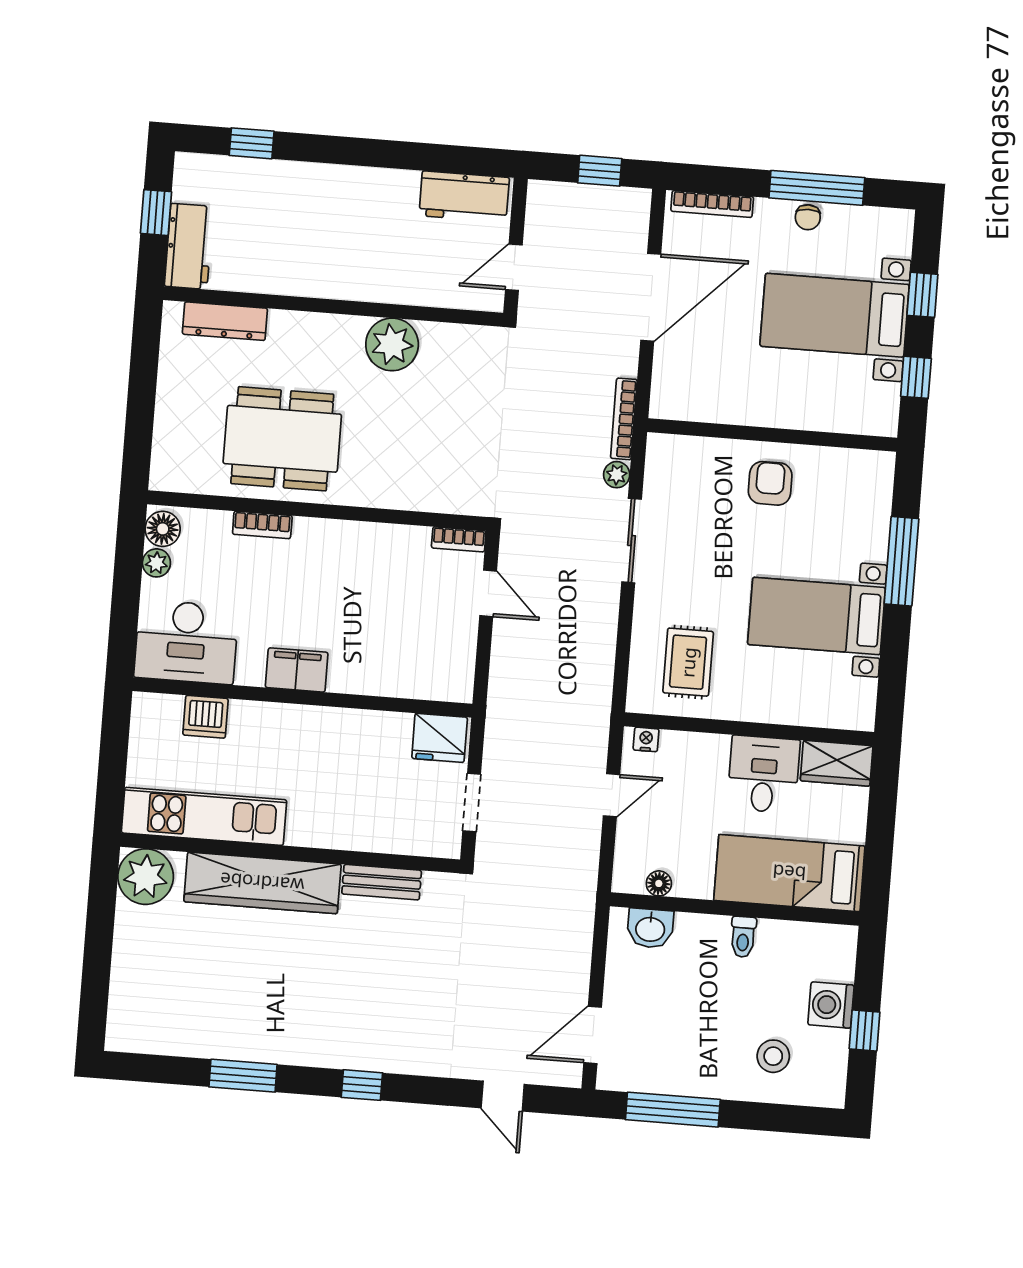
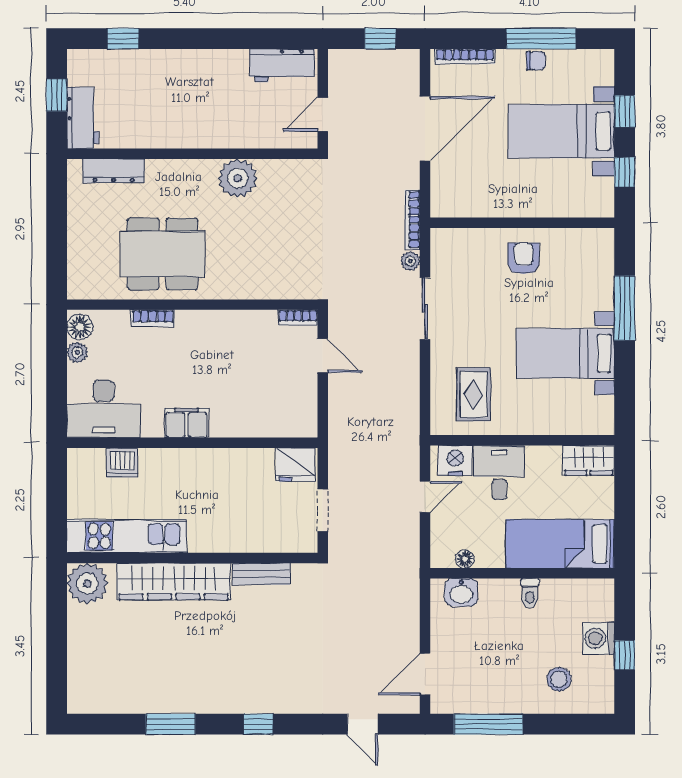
chair: (808, 217) -> (536, 61), turned -90
nightstand: (646, 739) -> (455, 461), width x1.89, depth x1.79
desk: (764, 774) -> (499, 473), moved

